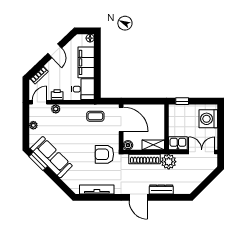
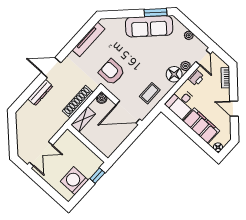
floor lamp: (68, 111) -> (174, 74), added
washing machine: (208, 119) -> (74, 181), moved, turned -90
kitchen sink: (178, 143) -> (66, 141), removed
armchair: (104, 154) -> (112, 72), turned -90
plant: (169, 162) -> (58, 119), removed

